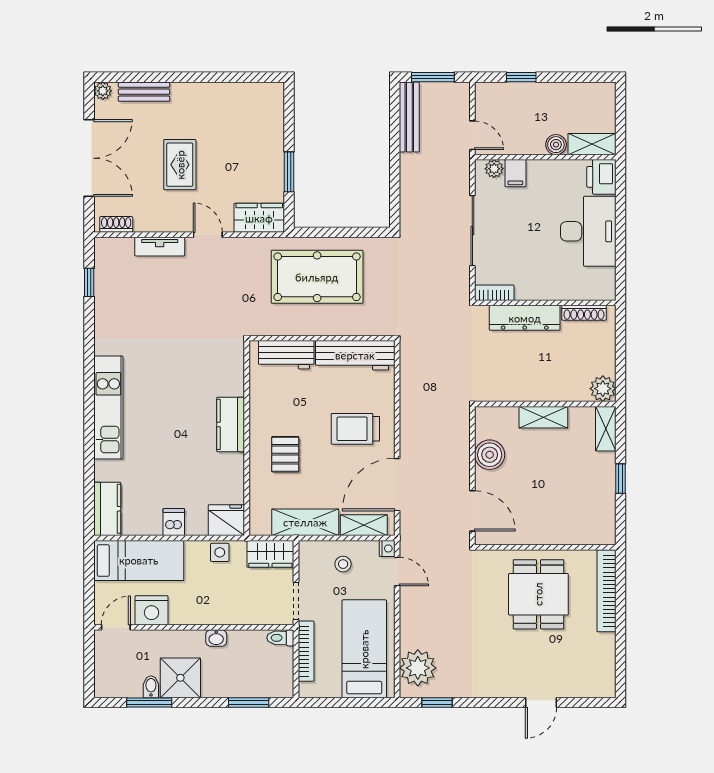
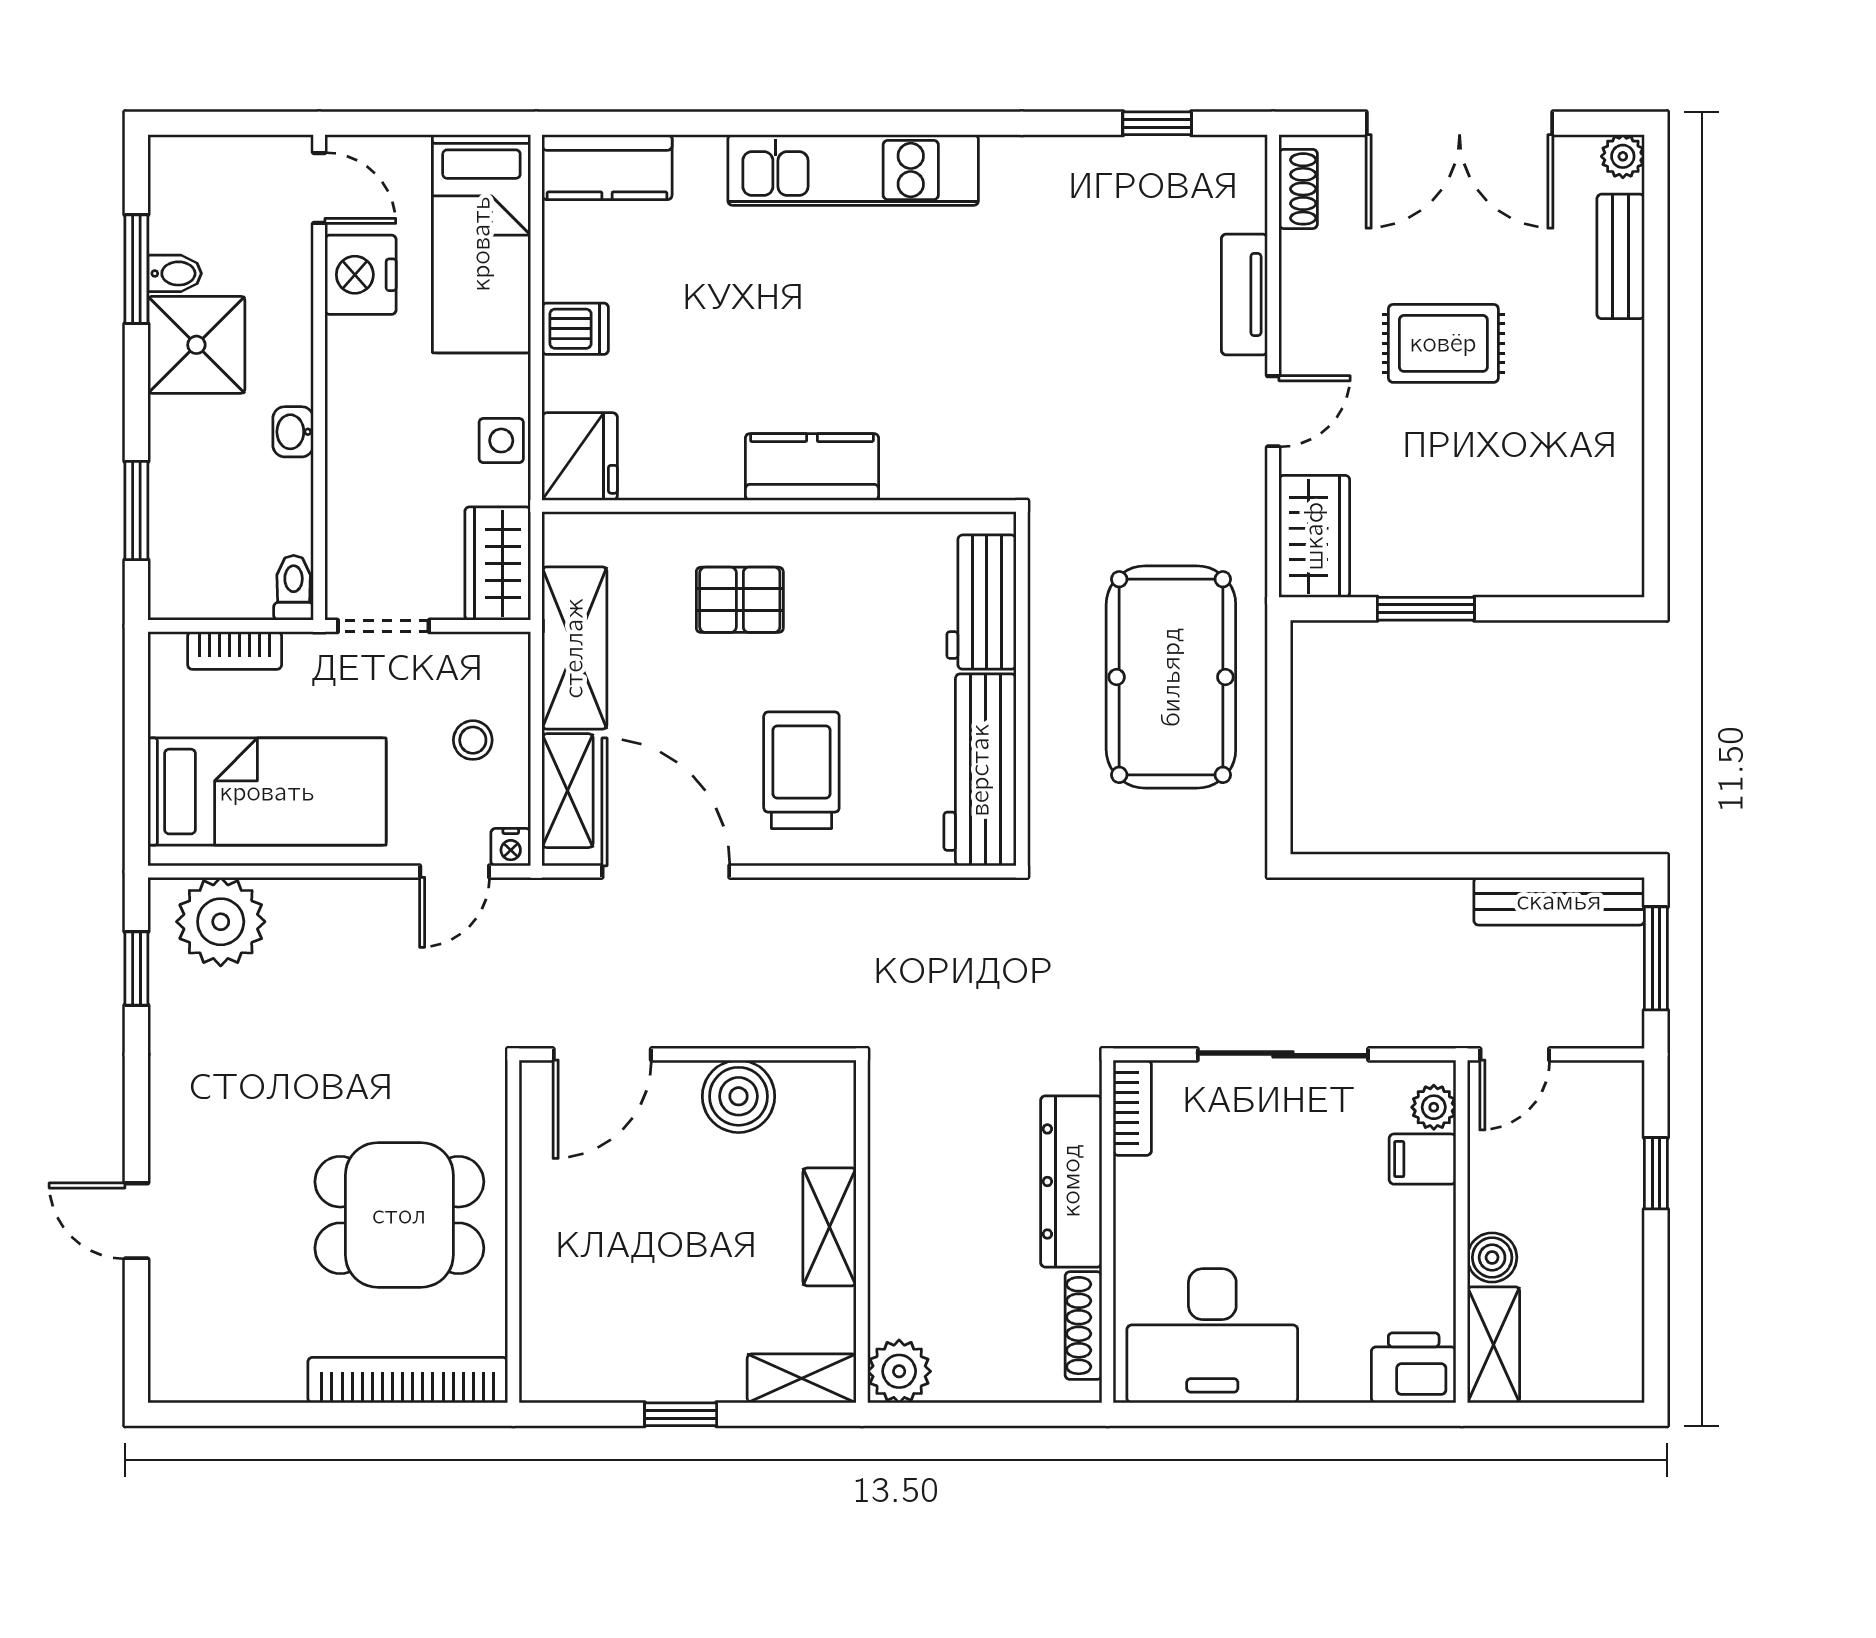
desk: (588, 231) -> (1212, 1336), moved
bookcase: (306, 651) -> (235, 650), width x0.64

